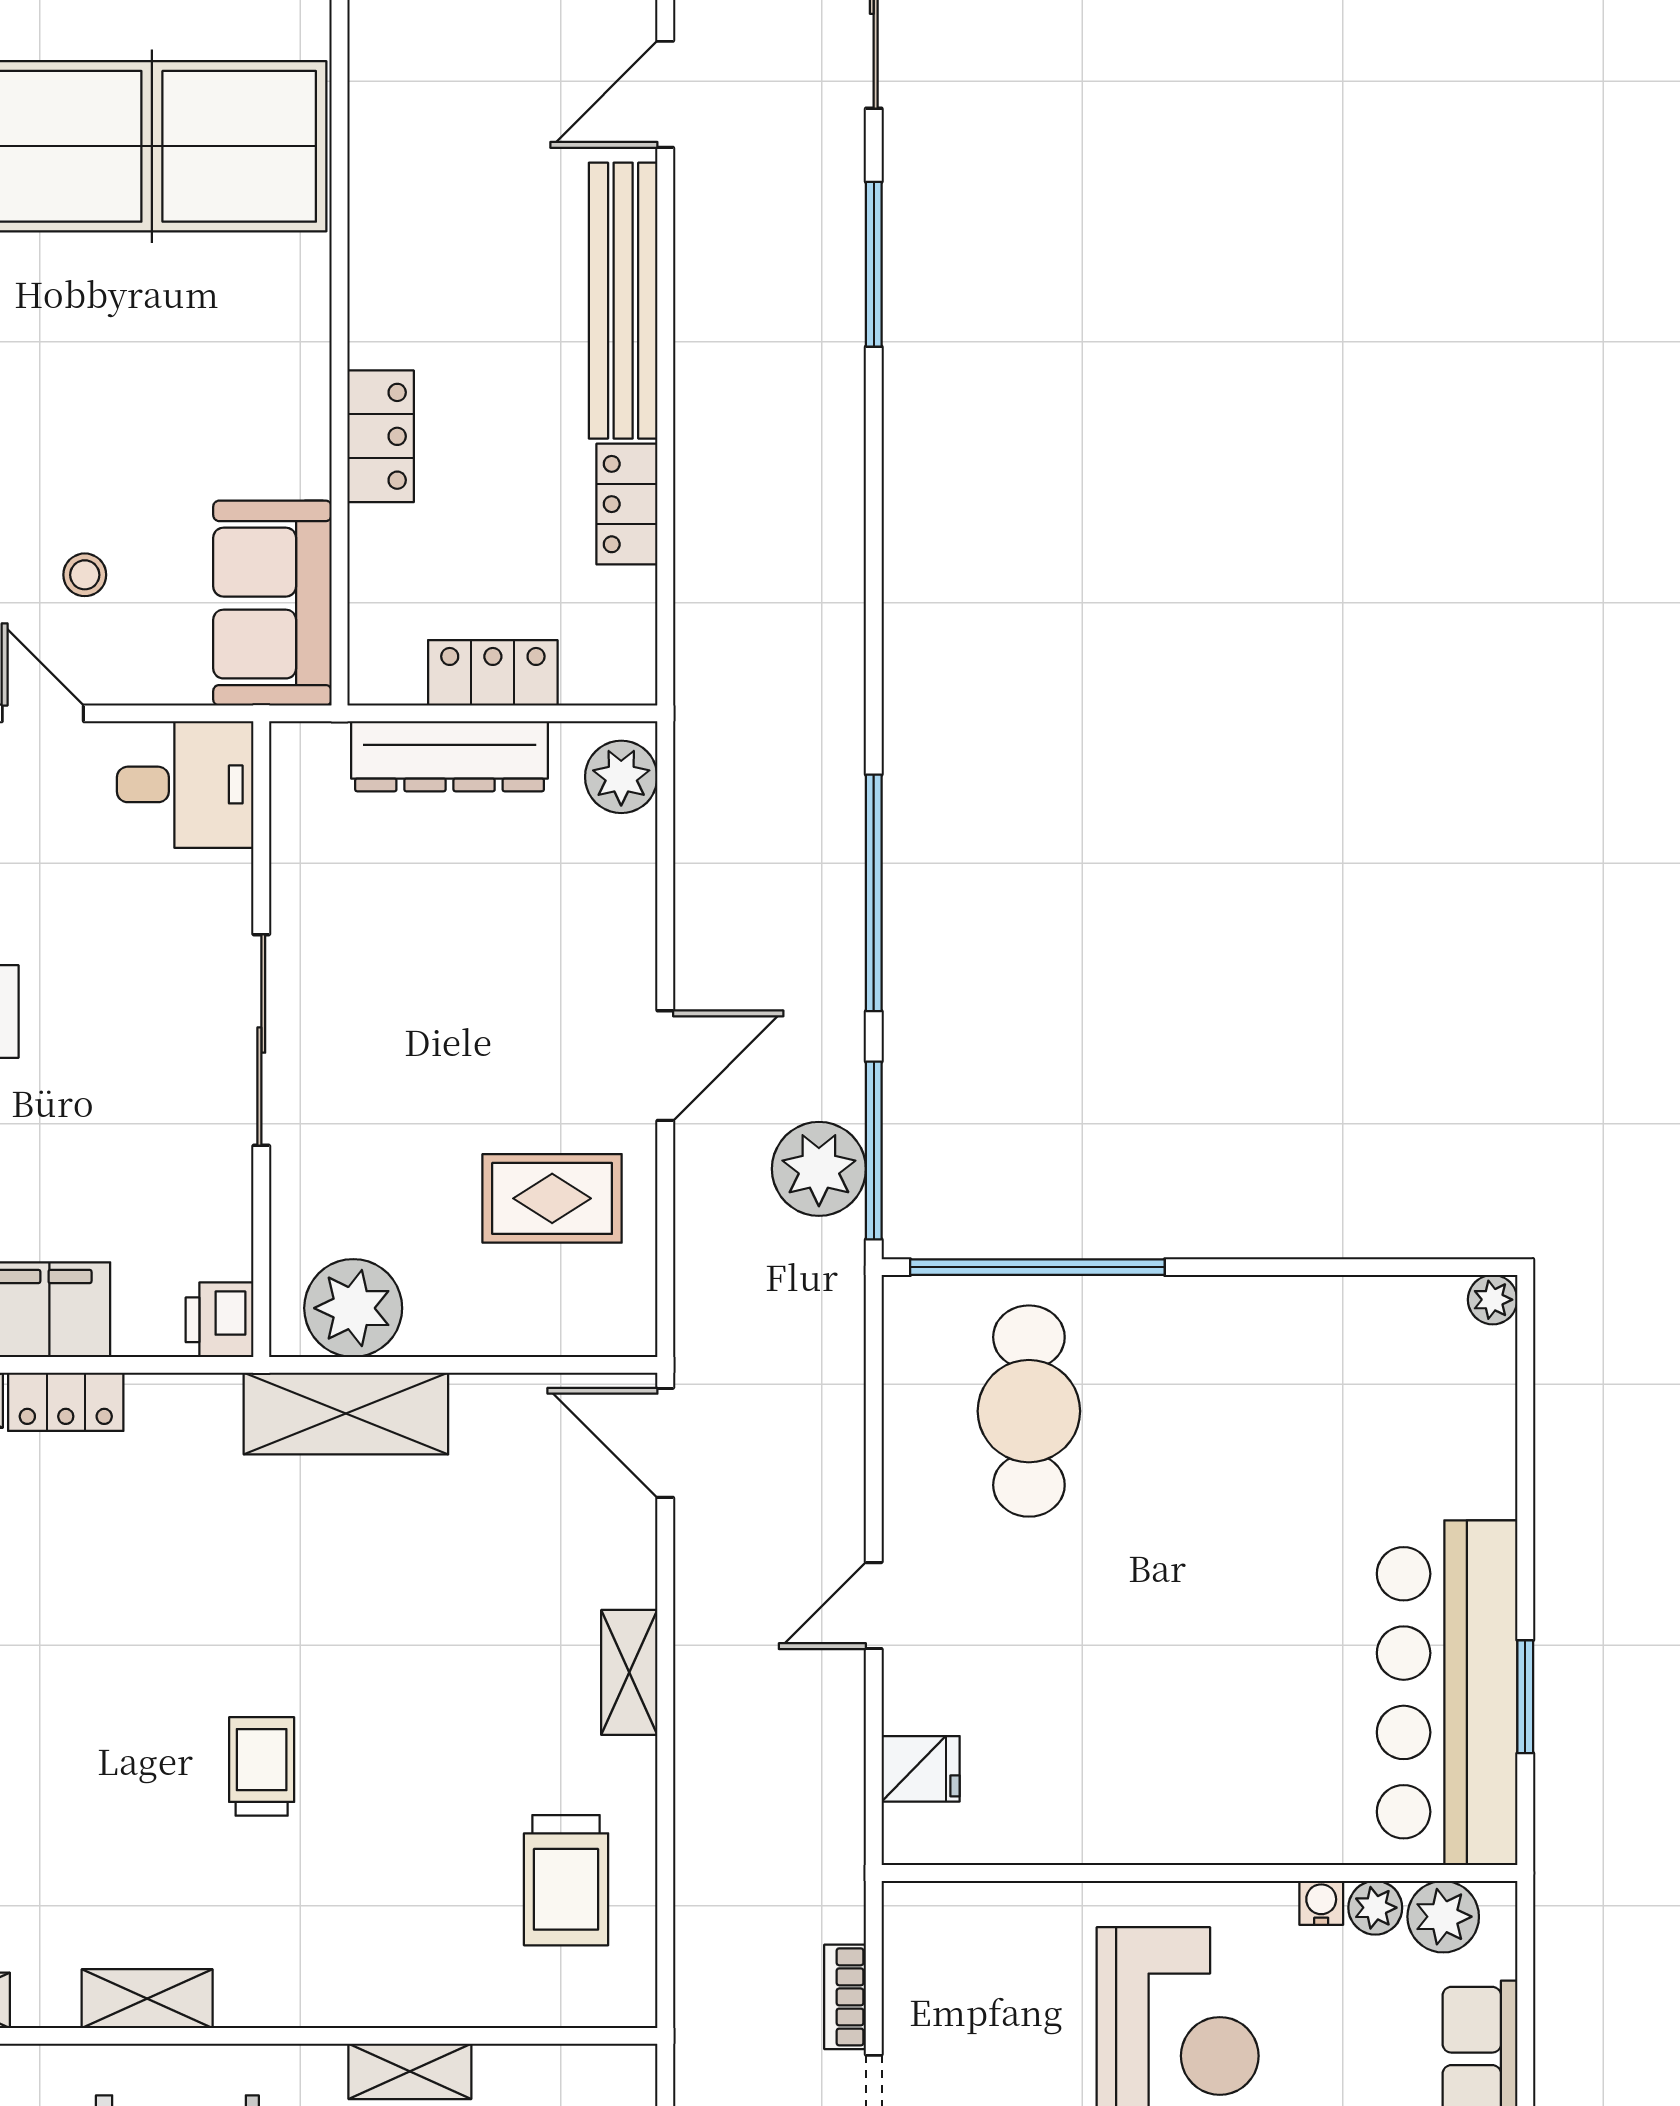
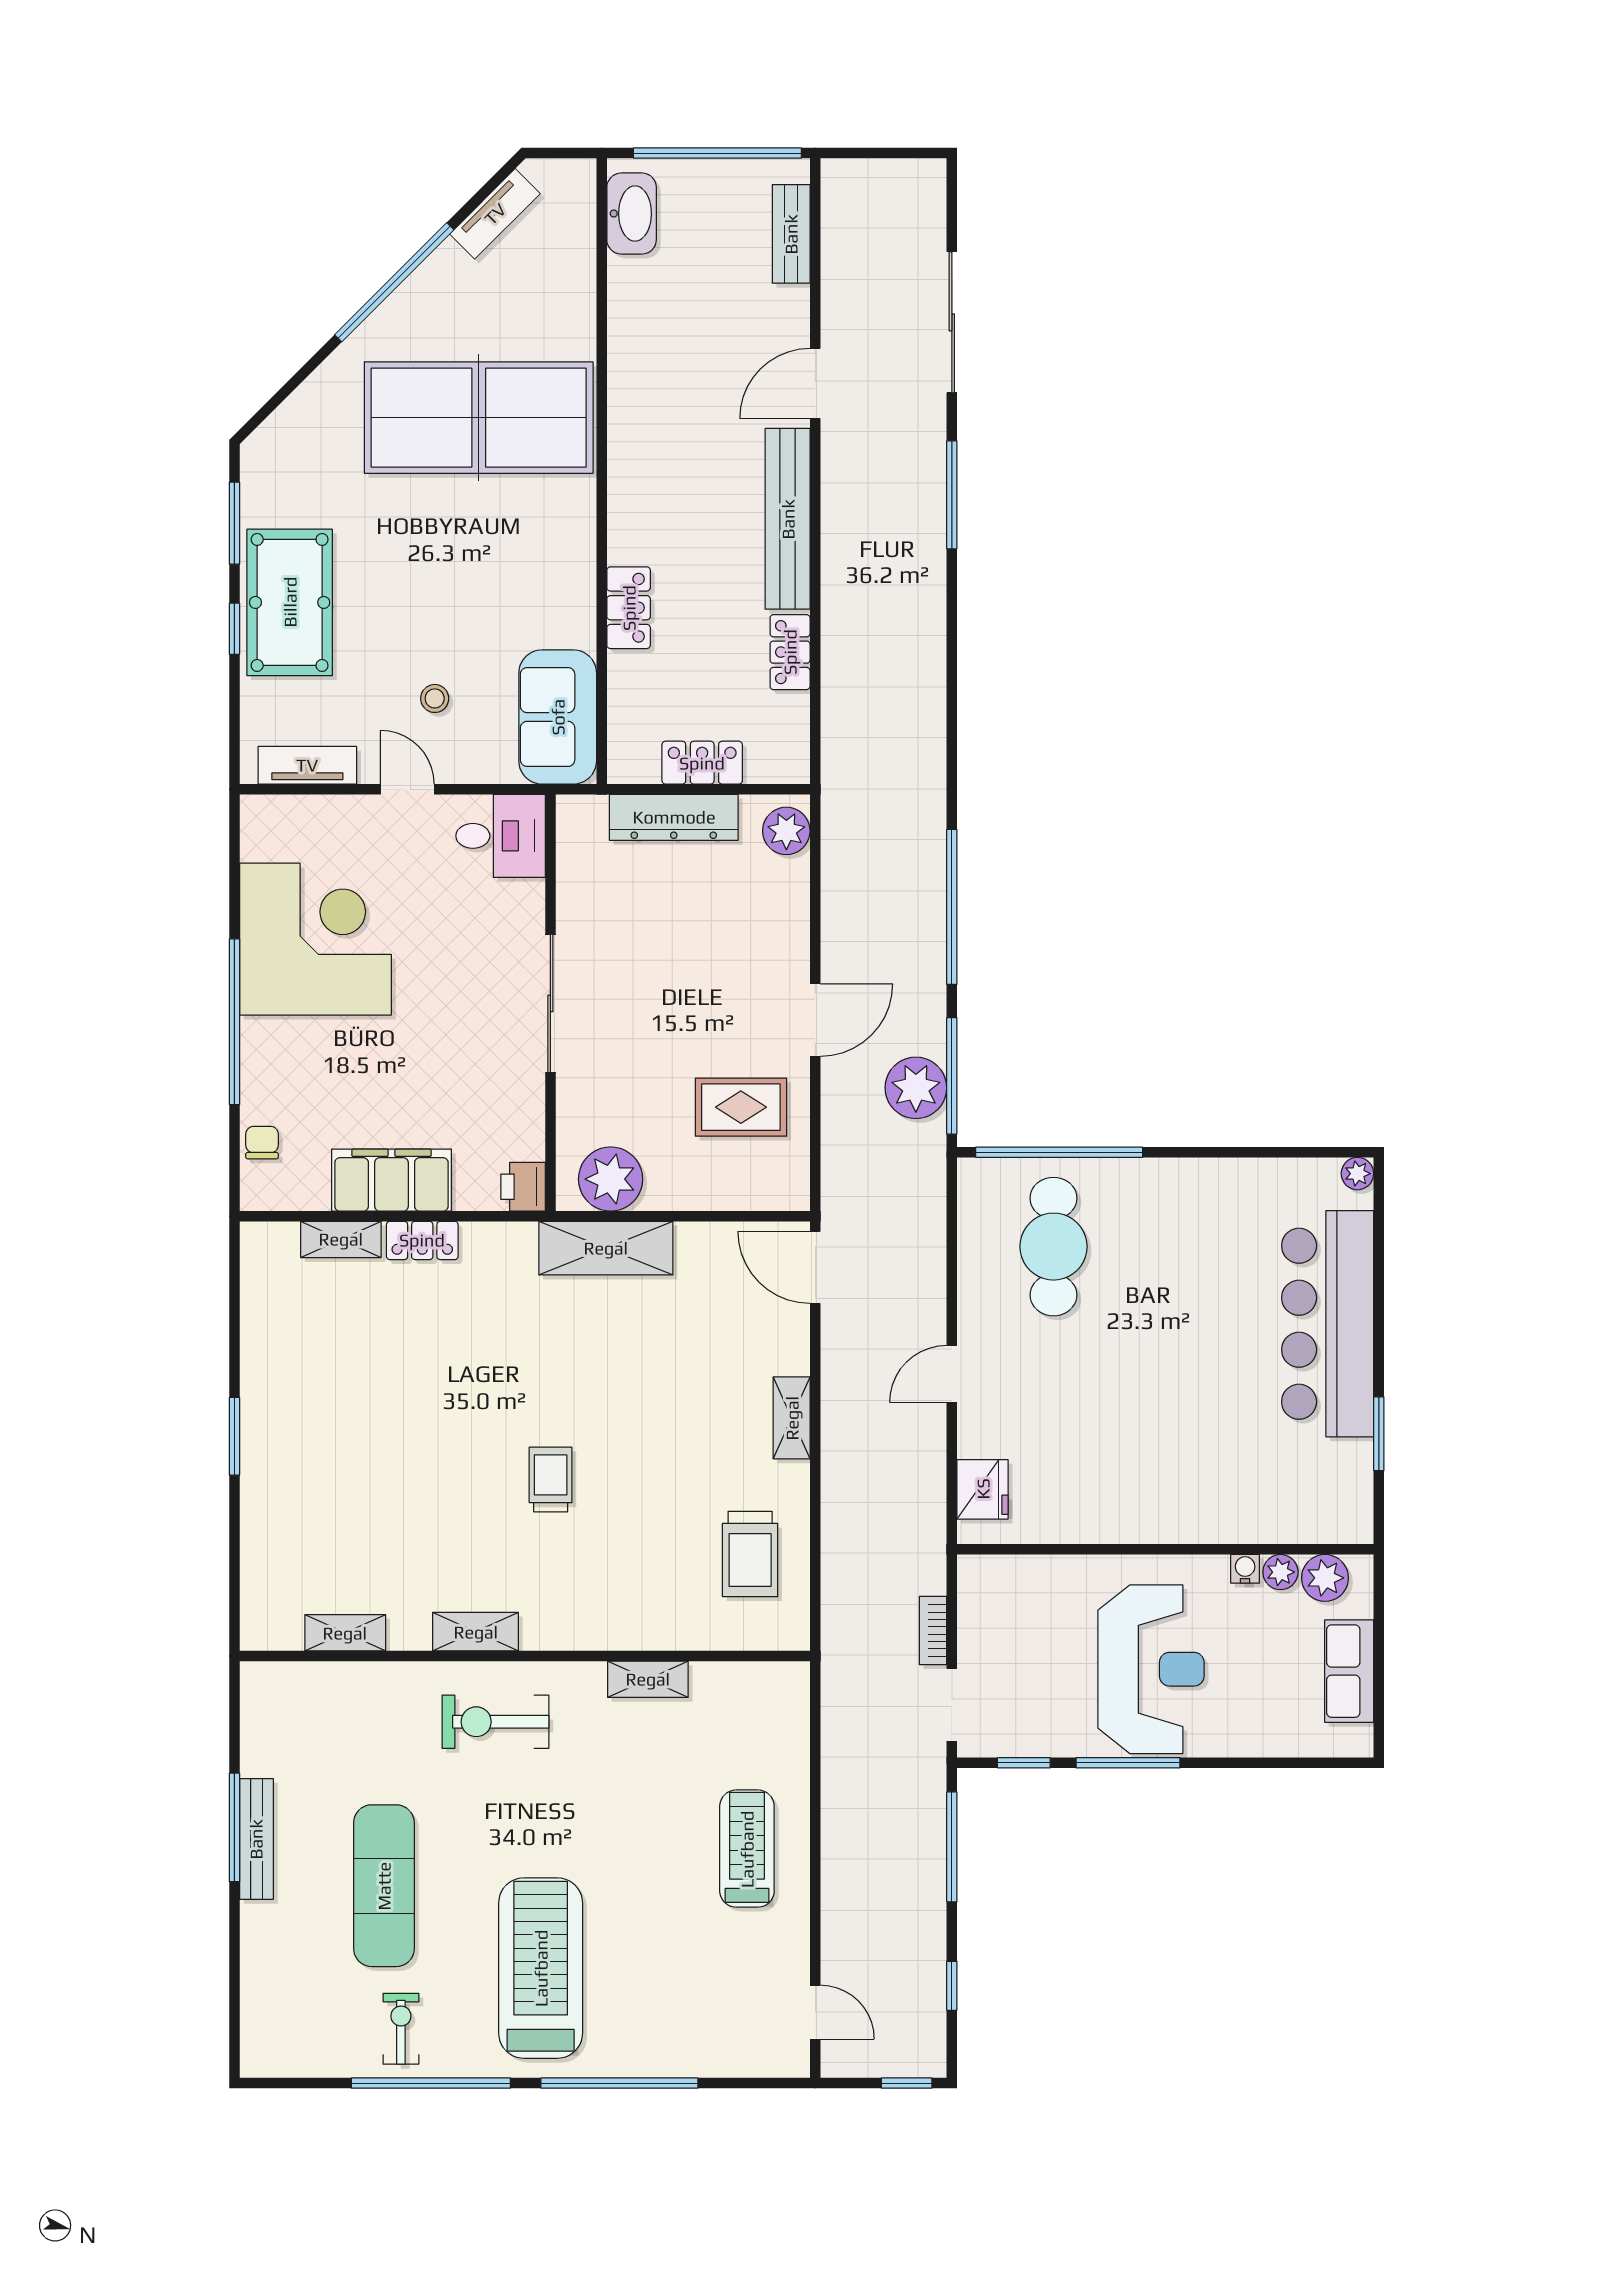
bar counter: (1447, 1693) -> (1328, 1324), moved
fridge: (921, 1769) -> (983, 1489), width x1.38

